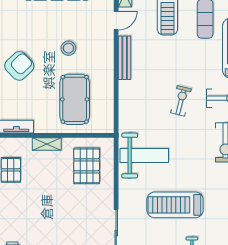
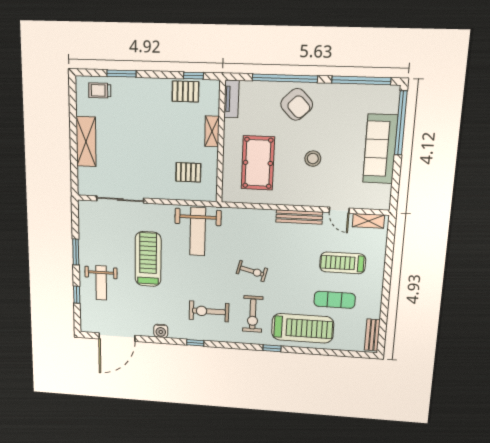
pool table: (75, 99) -> (258, 163), turned 90
pallet: (87, 166) -> (188, 172), width x0.67, depth x0.71

